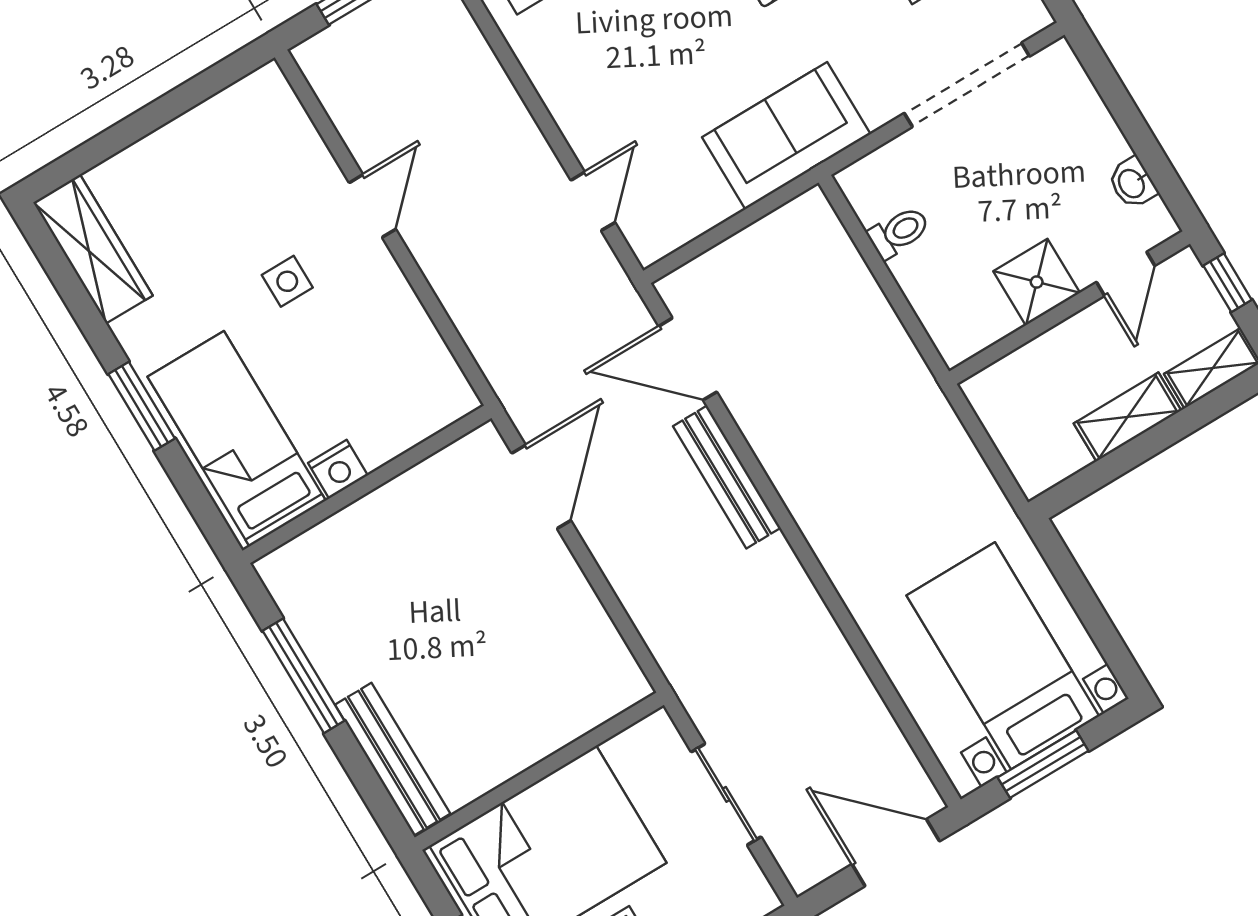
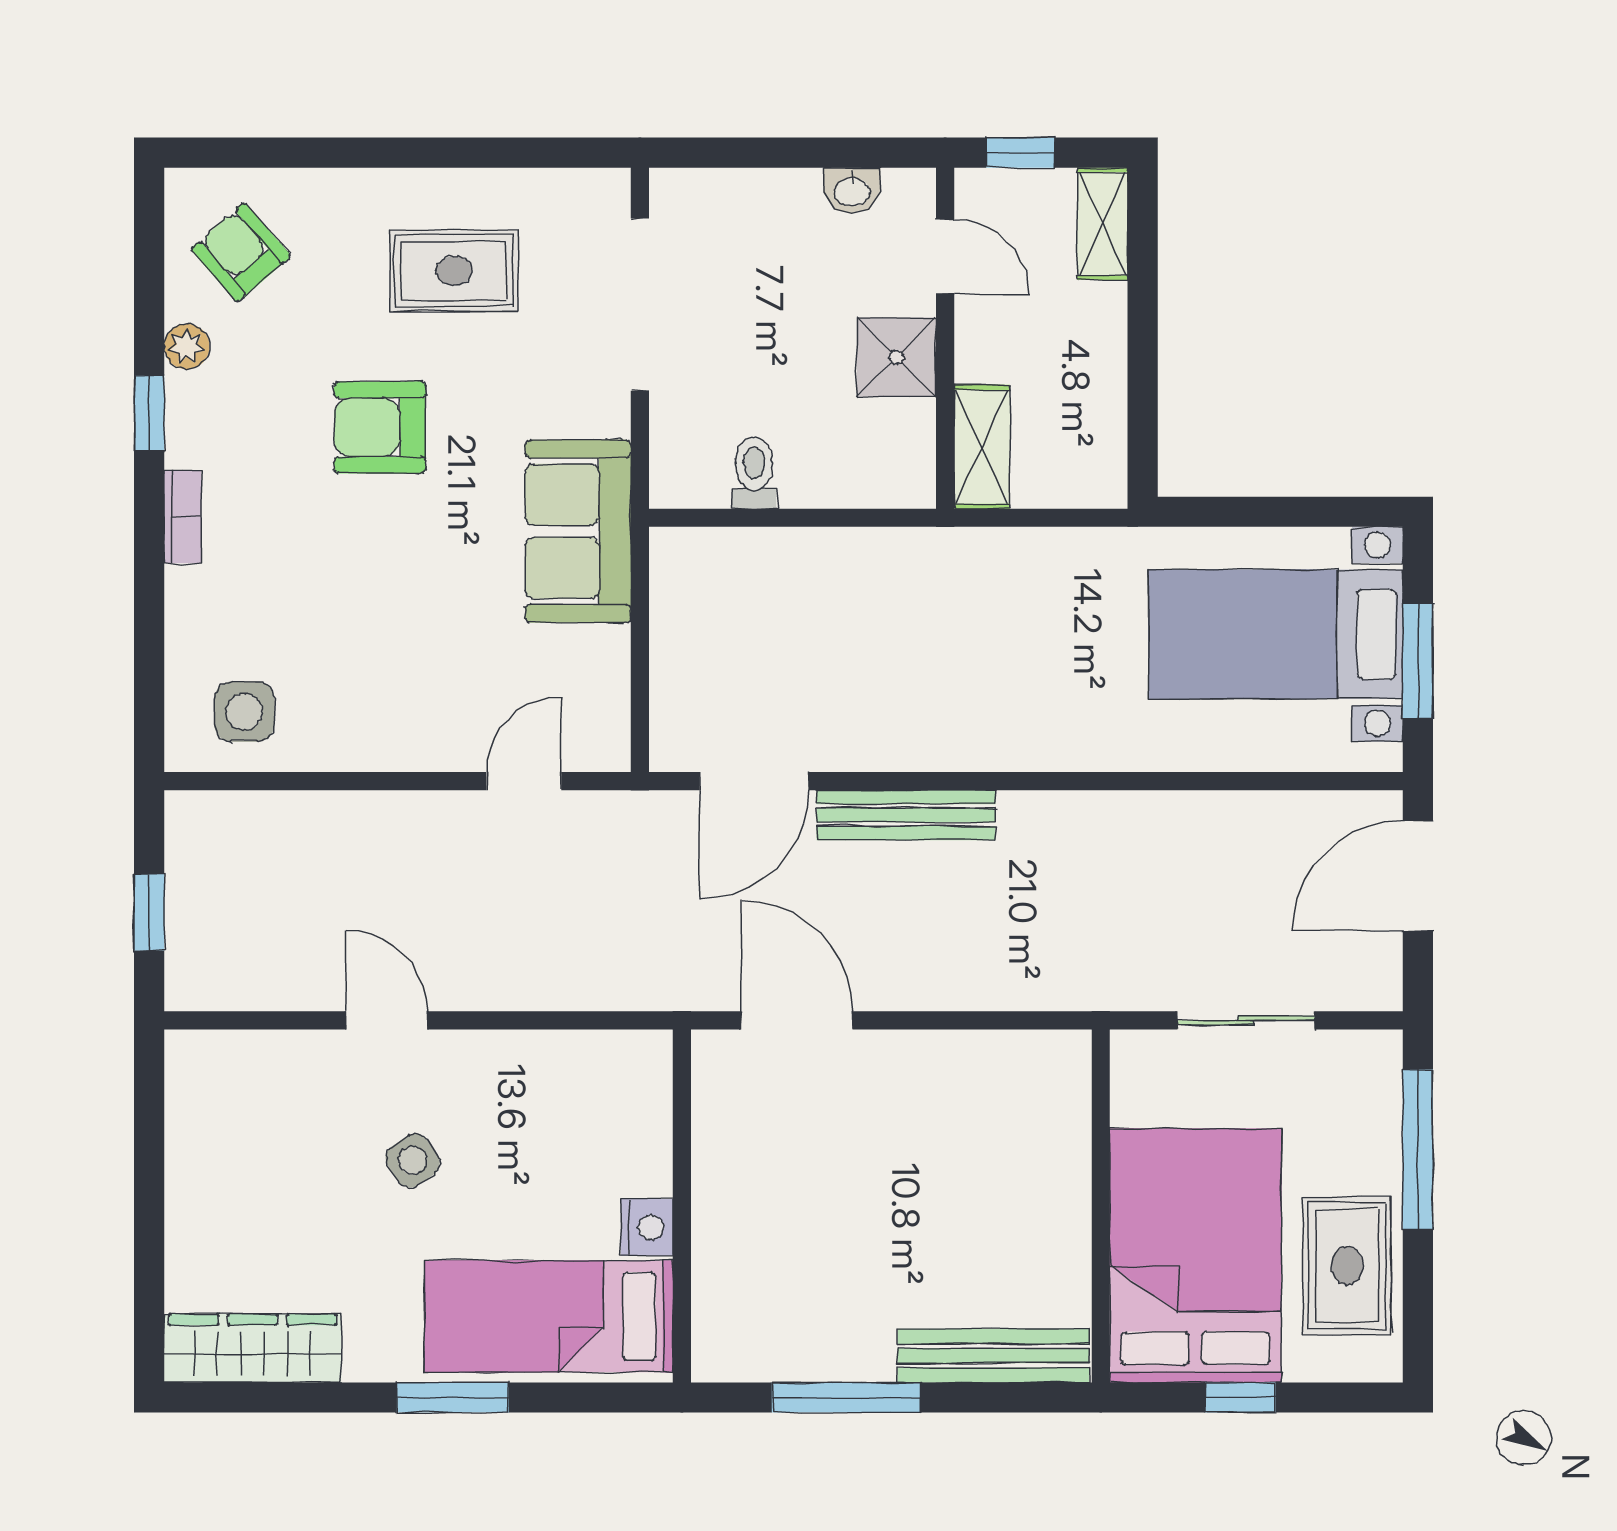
door: (593, 201) -> (524, 781), hinge flipped
side table: (287, 281) -> (413, 1161), turned -34
shelving: (1127, 417) -> (982, 447), moved

